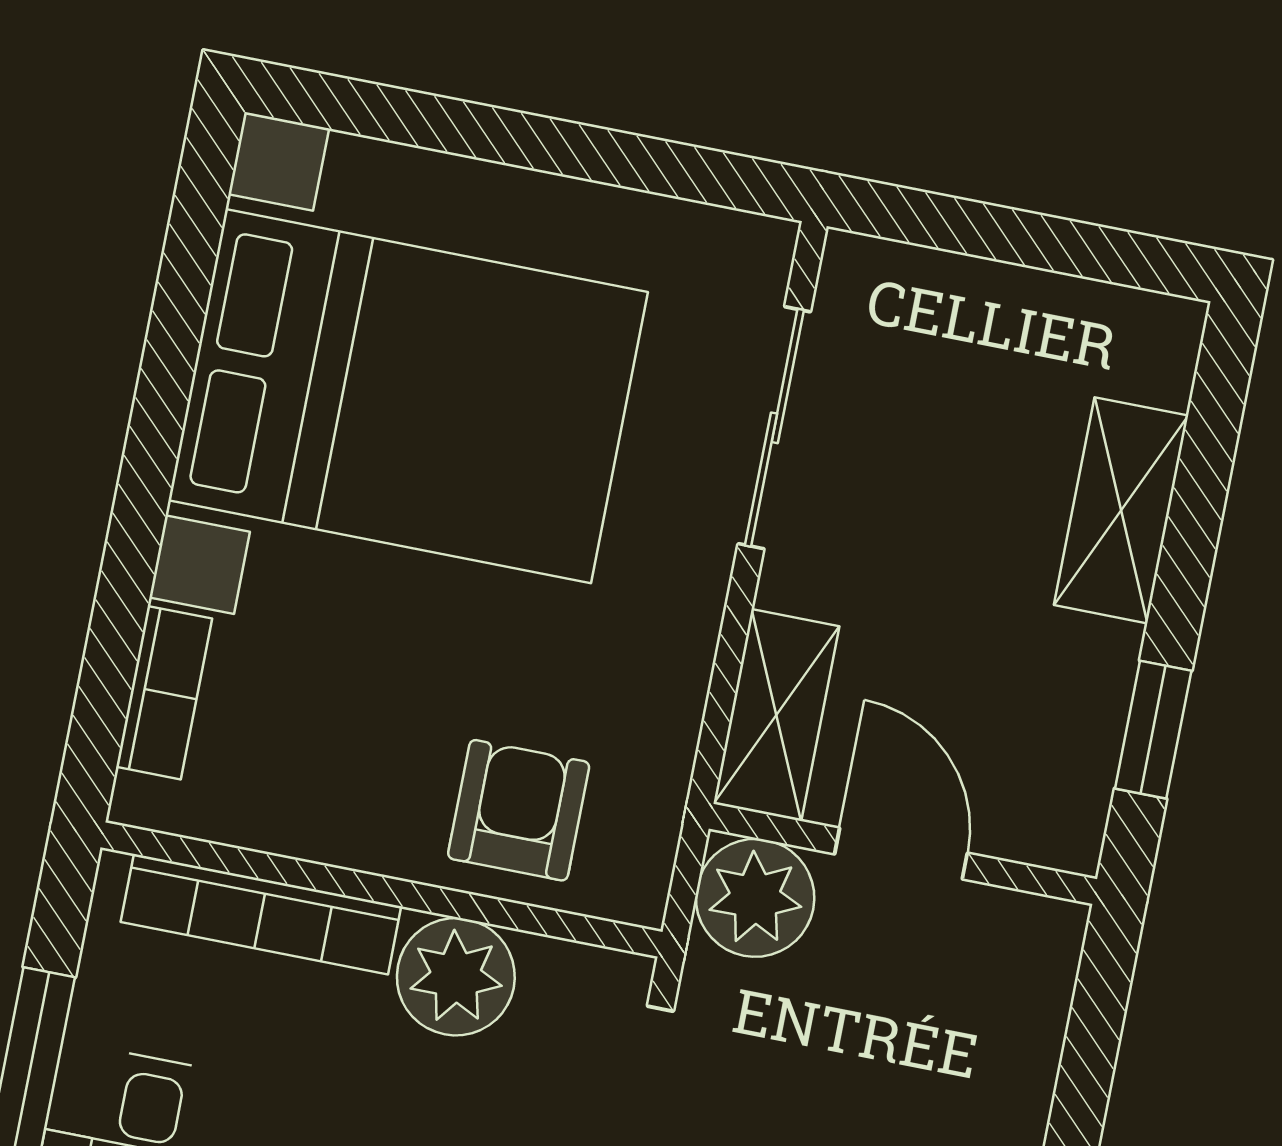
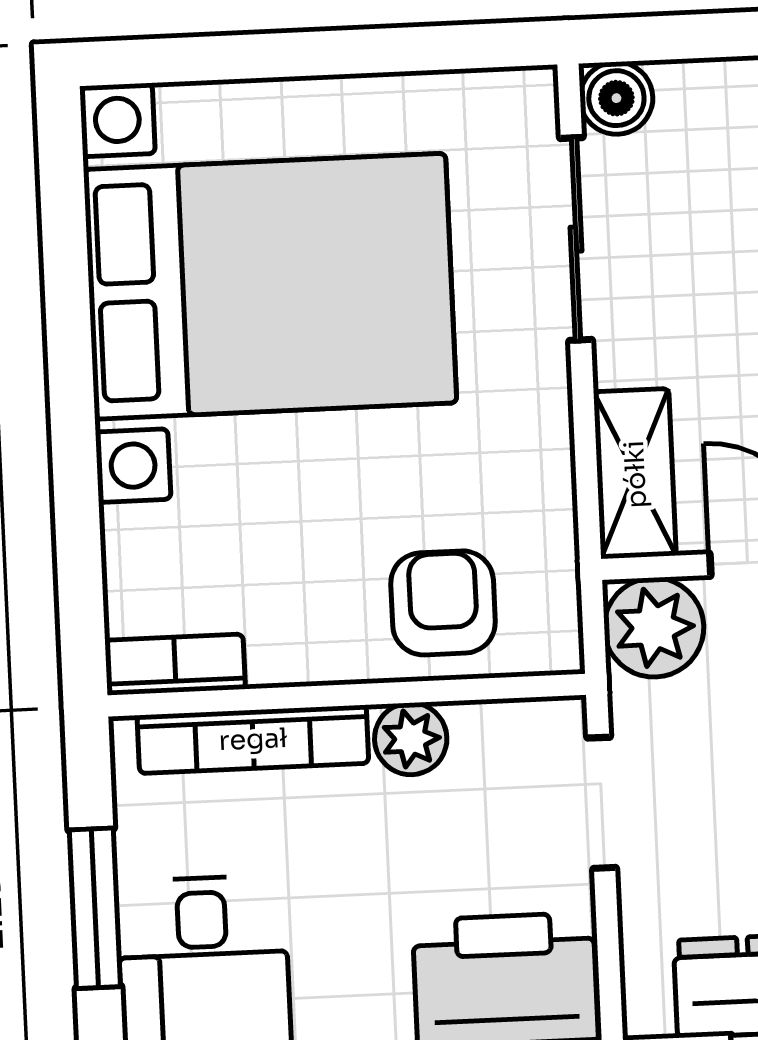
boiler: (861, 277) -> (616, 98), added
bookcase: (164, 693) -> (175, 665), moved, turned -90
plant: (456, 977) -> (411, 739), width x0.73, depth x0.73

